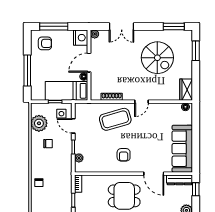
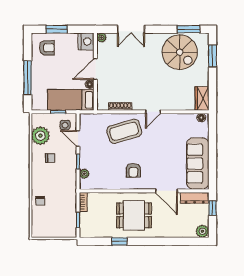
window: (54, 26) -> (57, 29), width x0.69
spiral stairs: (157, 58) -> (180, 52), moved

